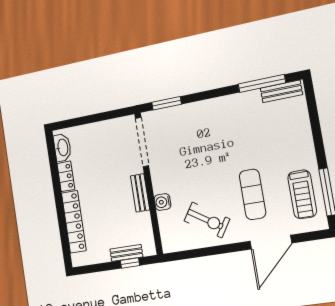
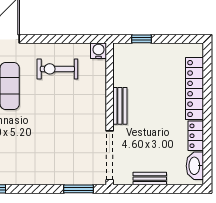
water cooler: (163, 202) -> (99, 51), moved, turned -90
exercise bike: (207, 220) -> (57, 69), turned -33
bench: (126, 253) -> (150, 179), moved

